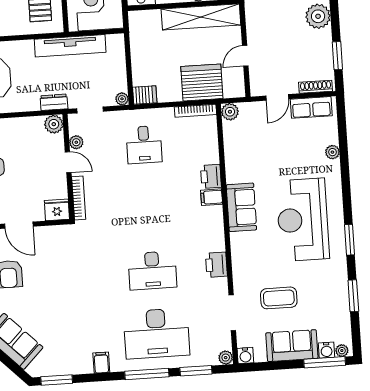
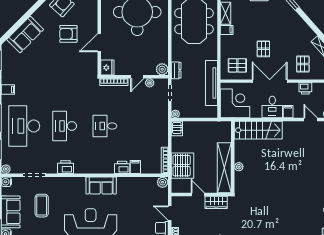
wardrobe: (256, 26) -> (216, 202), added
desk: (144, 145) -> (105, 126), moved
filing cabinet: (212, 197) -> (135, 167), moved

